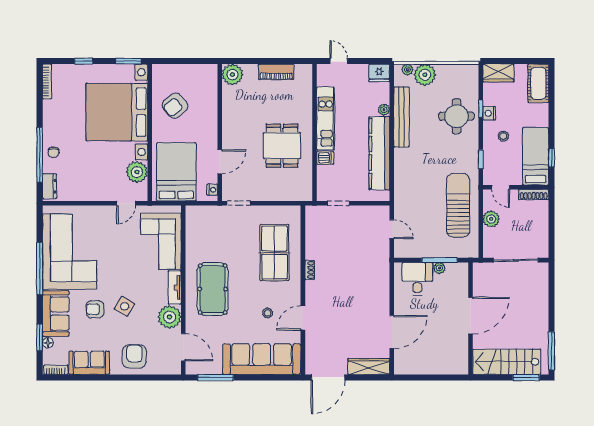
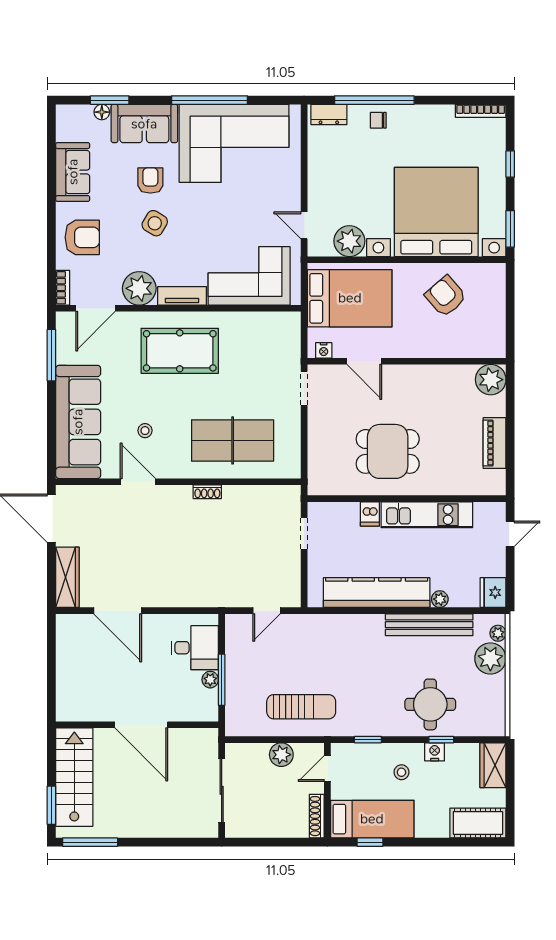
sun lounger: (458, 205) -> (301, 707), width x0.73, depth x0.75
bookcase: (56, 370) -> (63, 288), moved

